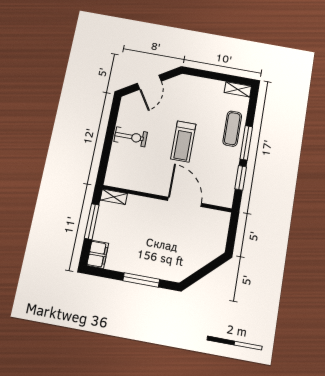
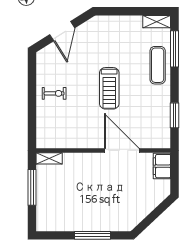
exercise bike: (131, 137) -> (54, 93), width x0.73, depth x0.72
window: (246, 143) -> (175, 49), moved
filing cabinet: (98, 254) -> (162, 166), moved, turned 180

